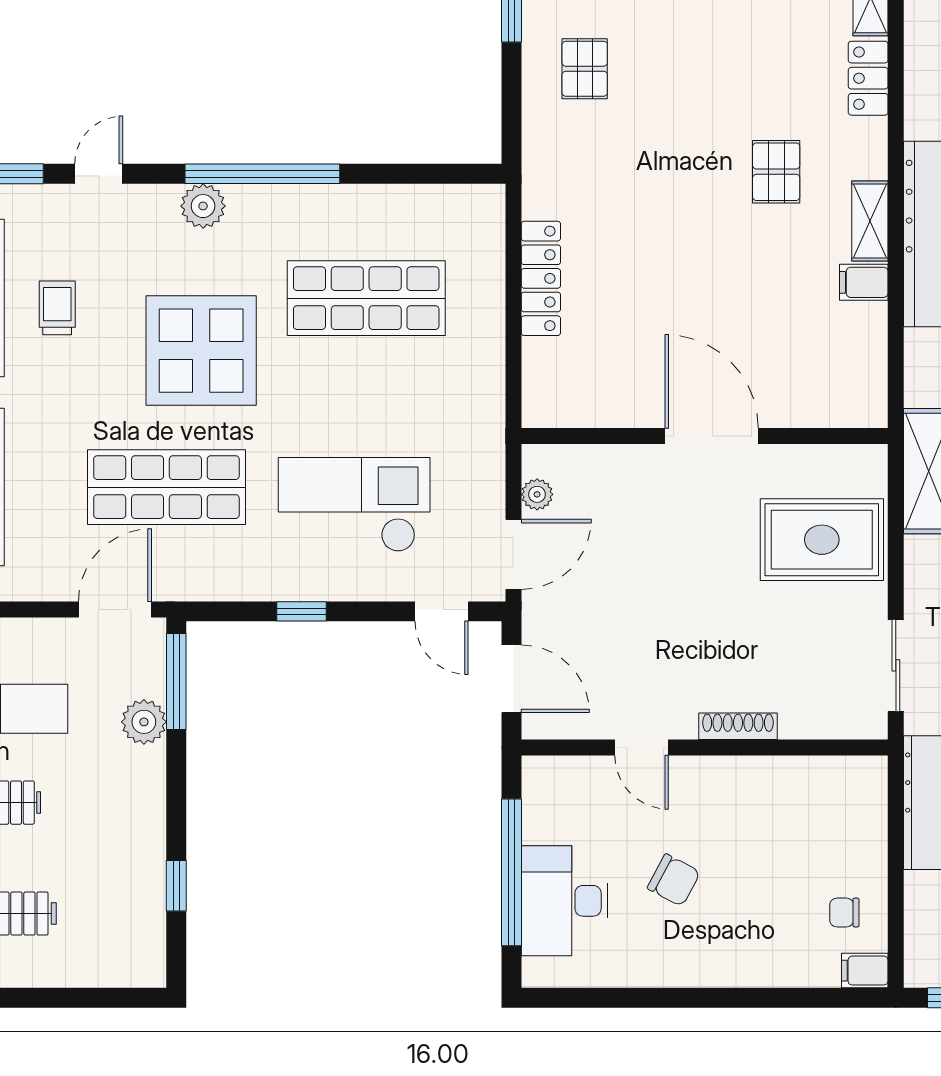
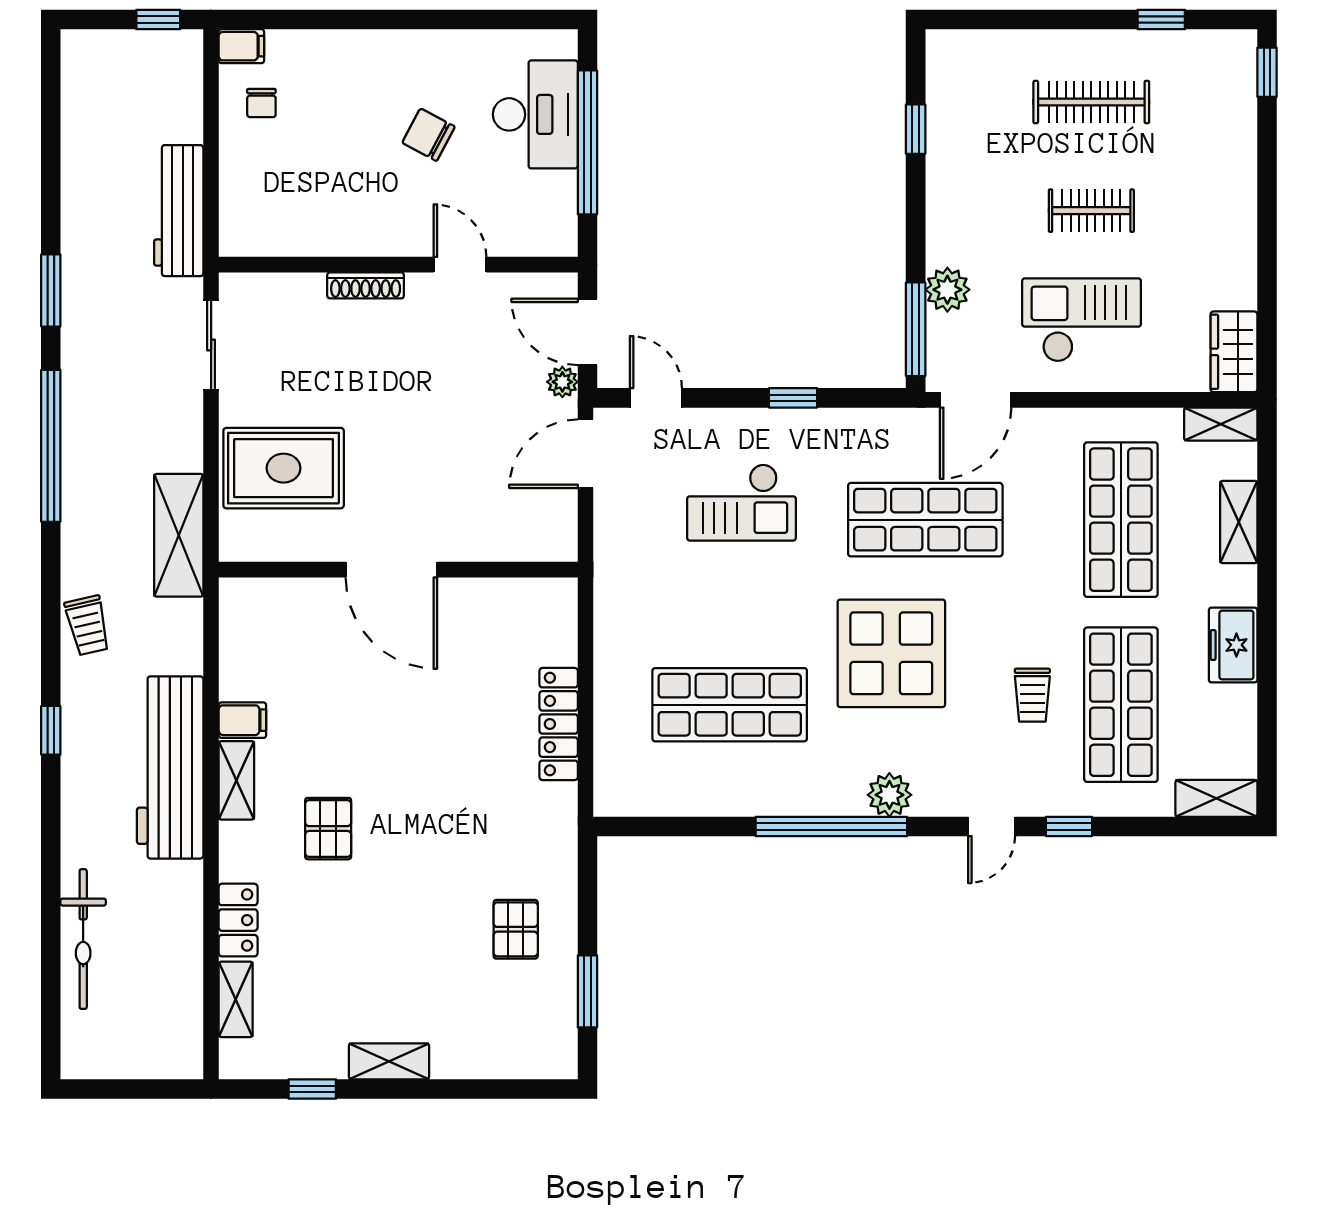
plant: (537, 494) -> (562, 382), moved
checkout: (354, 505) -> (741, 502), width x0.73, depth x0.83
chair: (844, 913) -> (261, 103), turned 90

